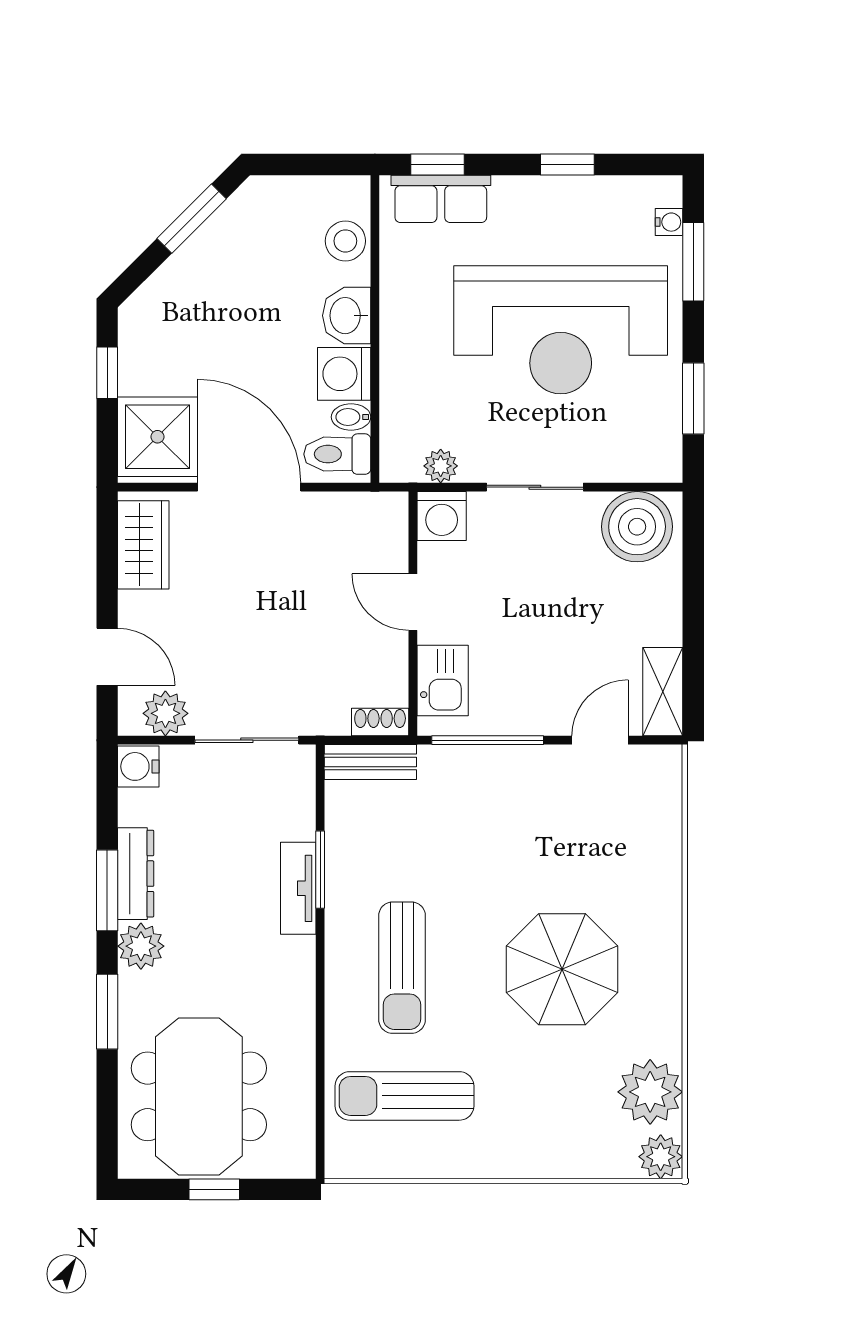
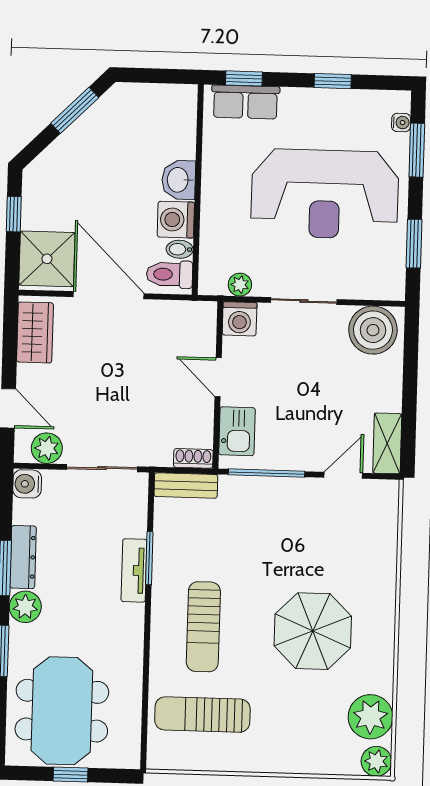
stool: (345, 241) -> (179, 129), removed

